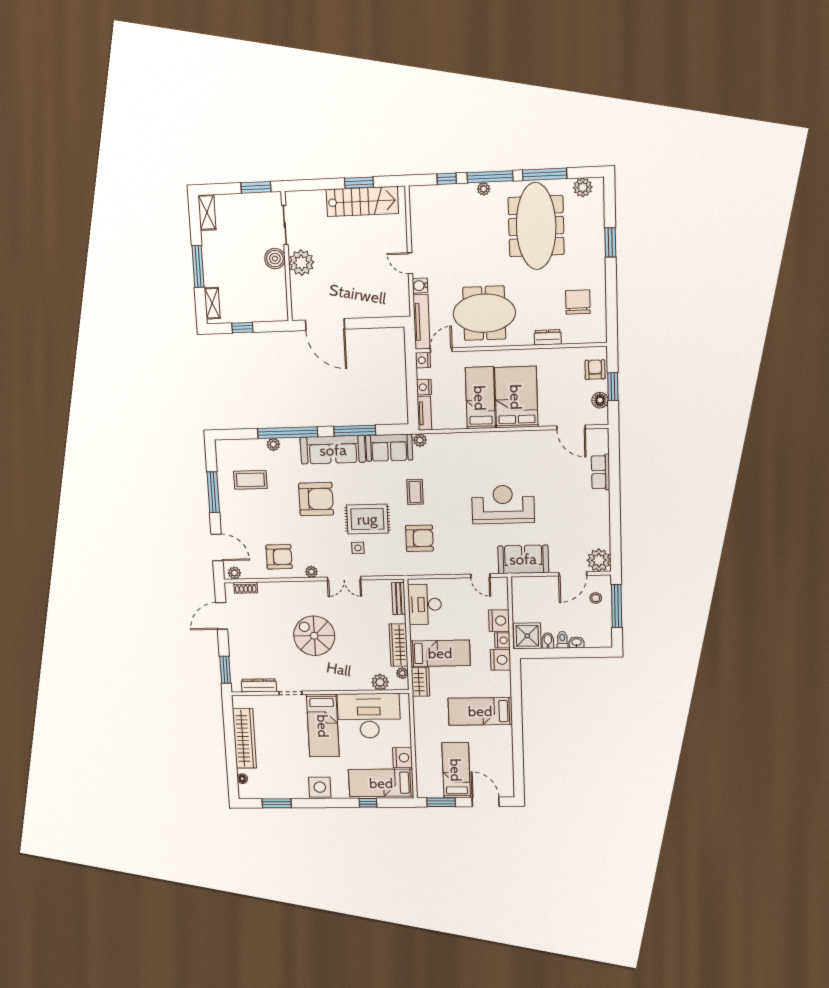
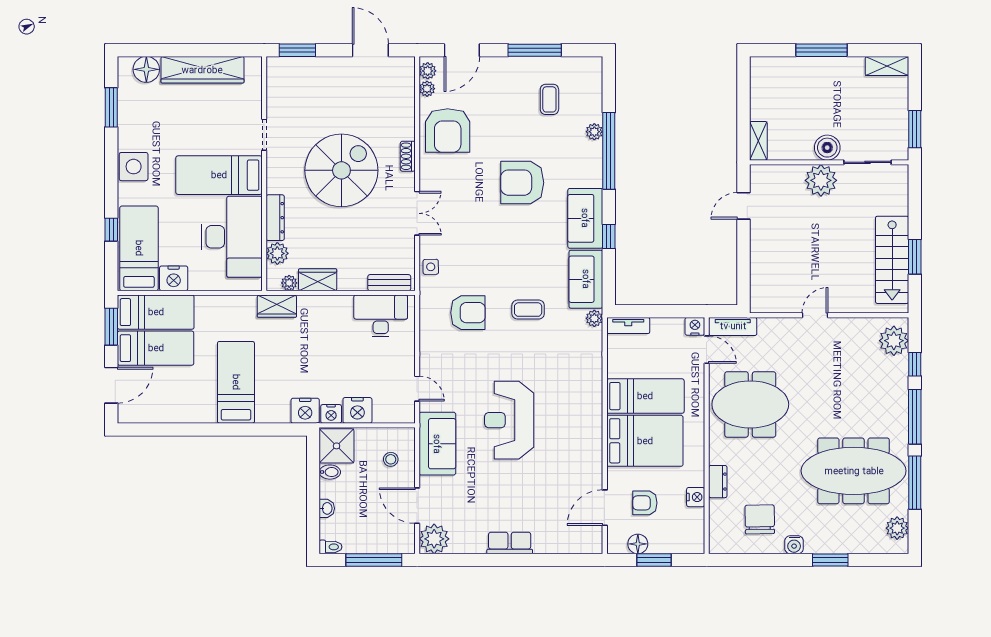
plant: (484, 189) -> (894, 341), moved, width x1.88, depth x1.88
water cooler: (420, 286) -> (794, 545), moved, turned 180
chair: (578, 302) -> (760, 519), turned -91
shelving: (212, 303) -> (758, 141), moved, turned 90
meeting table: (484, 313) -> (750, 404), turned 90
tv unit: (422, 322) -> (733, 326), width x0.71
door: (325, 325) -> (743, 206), width x0.53
window: (242, 328) -> (743, 101), removed
armchair: (595, 370) -> (645, 503), moved, turned 180
nightstand: (424, 387) -> (696, 497), moved, turned 90
window: (355, 431) -> (609, 237), width x0.46
sofa: (333, 450) -> (585, 218), width x0.73
row of seats: (601, 472) -> (510, 543), moved
coffee table: (250, 480) -> (549, 99), width x0.73, depth x0.77
armchair: (316, 499) -> (522, 183), turned 90
reception desk: (503, 504) -> (509, 420), turned 180
rug: (367, 519) -> (495, 247), removed
armchair: (419, 538) -> (468, 313), turned -90
side table: (358, 548) -> (431, 267), moved
armchair: (279, 557) -> (448, 130), width x1.36, depth x1.36
plant: (311, 572) -> (427, 89), moved
door: (480, 576) -> (417, 389), swing flipped
double door: (344, 579) -> (417, 213), swing flipped
shoe rack: (246, 588) -> (408, 156), moved
stool: (596, 598) -> (391, 459), moved
spiral stairs: (314, 636) -> (341, 170), width x1.37, depth x1.37
toilet: (562, 640) -> (331, 547), moved
wardrobe: (399, 645) -> (318, 280), width x0.67
bed: (440, 653) -> (156, 312), moved, turned -90
dresser: (259, 685) -> (275, 218), moved
floor lamp: (242, 779) -> (146, 69), width x1.89, depth x1.89

